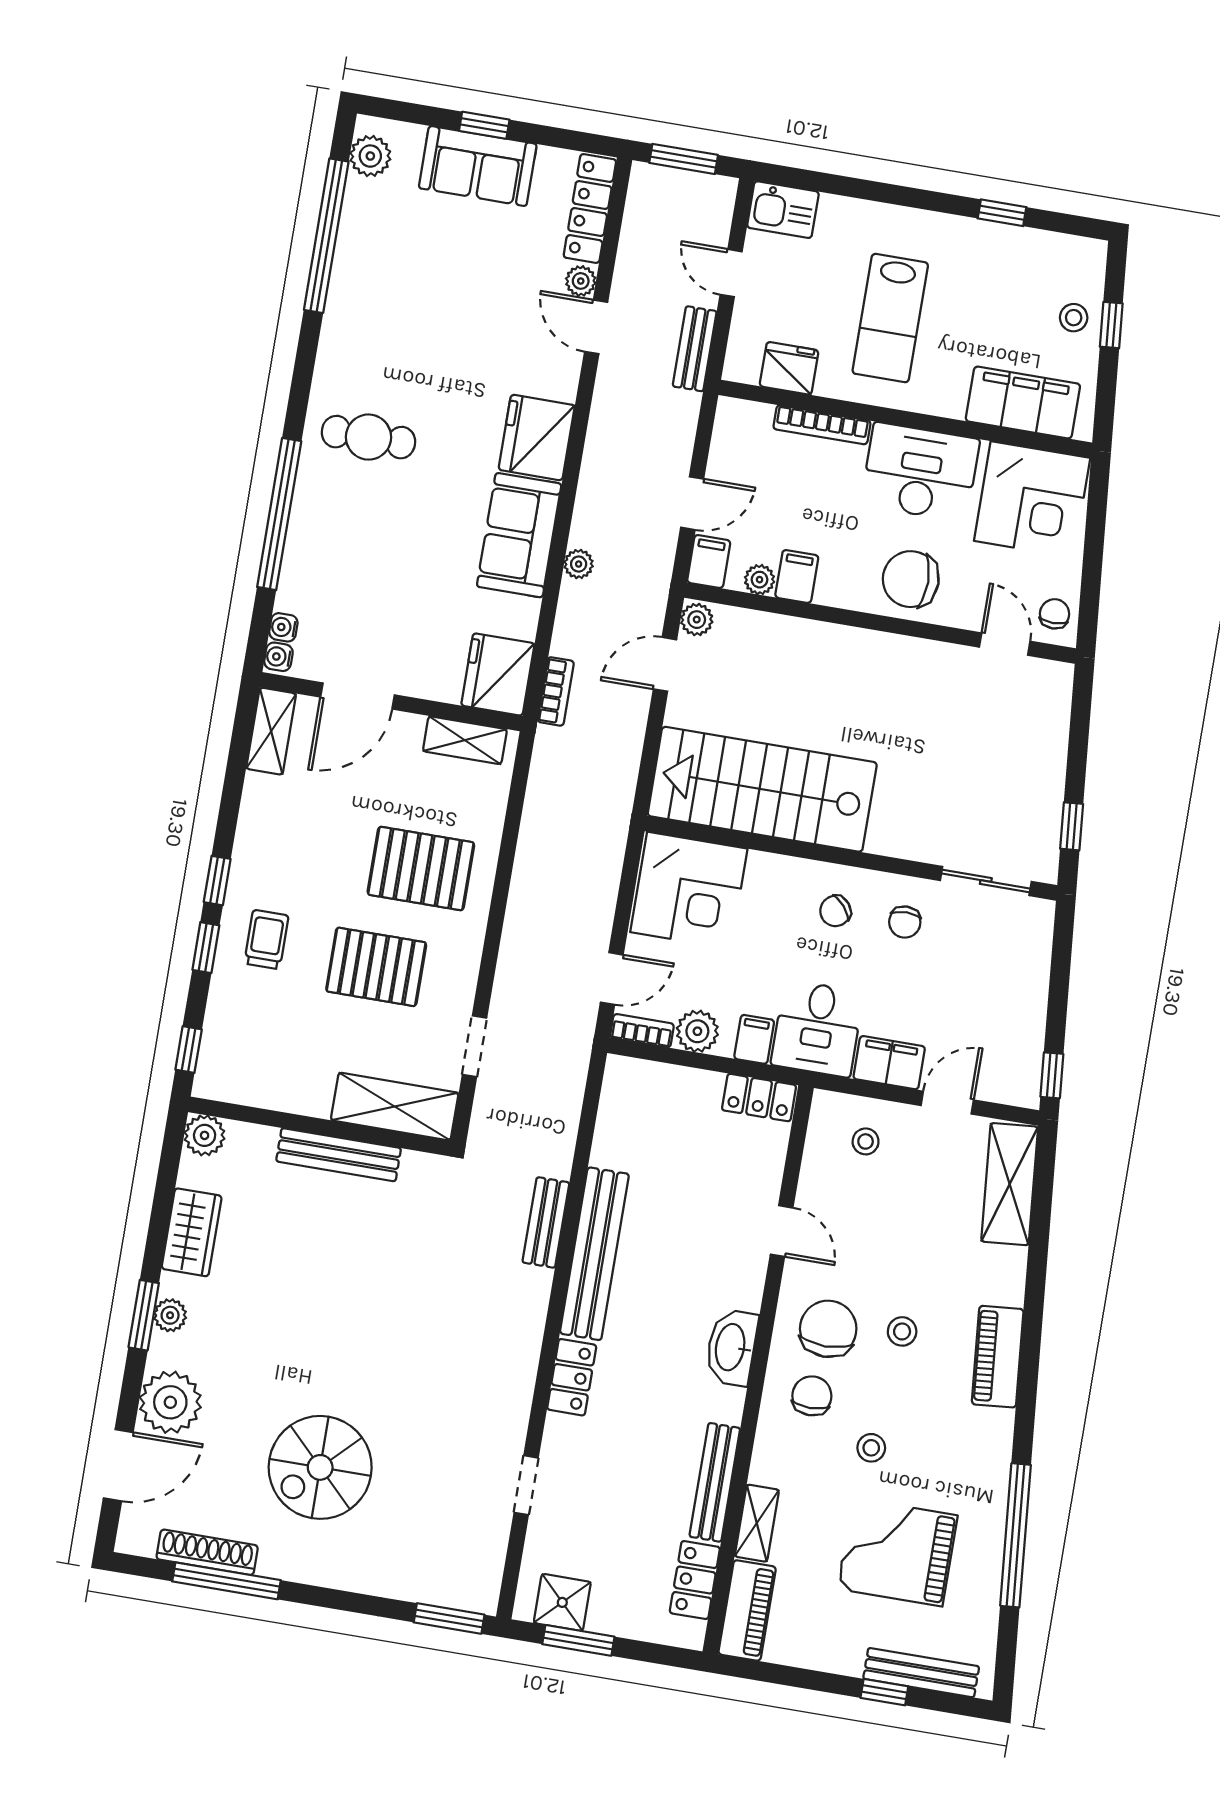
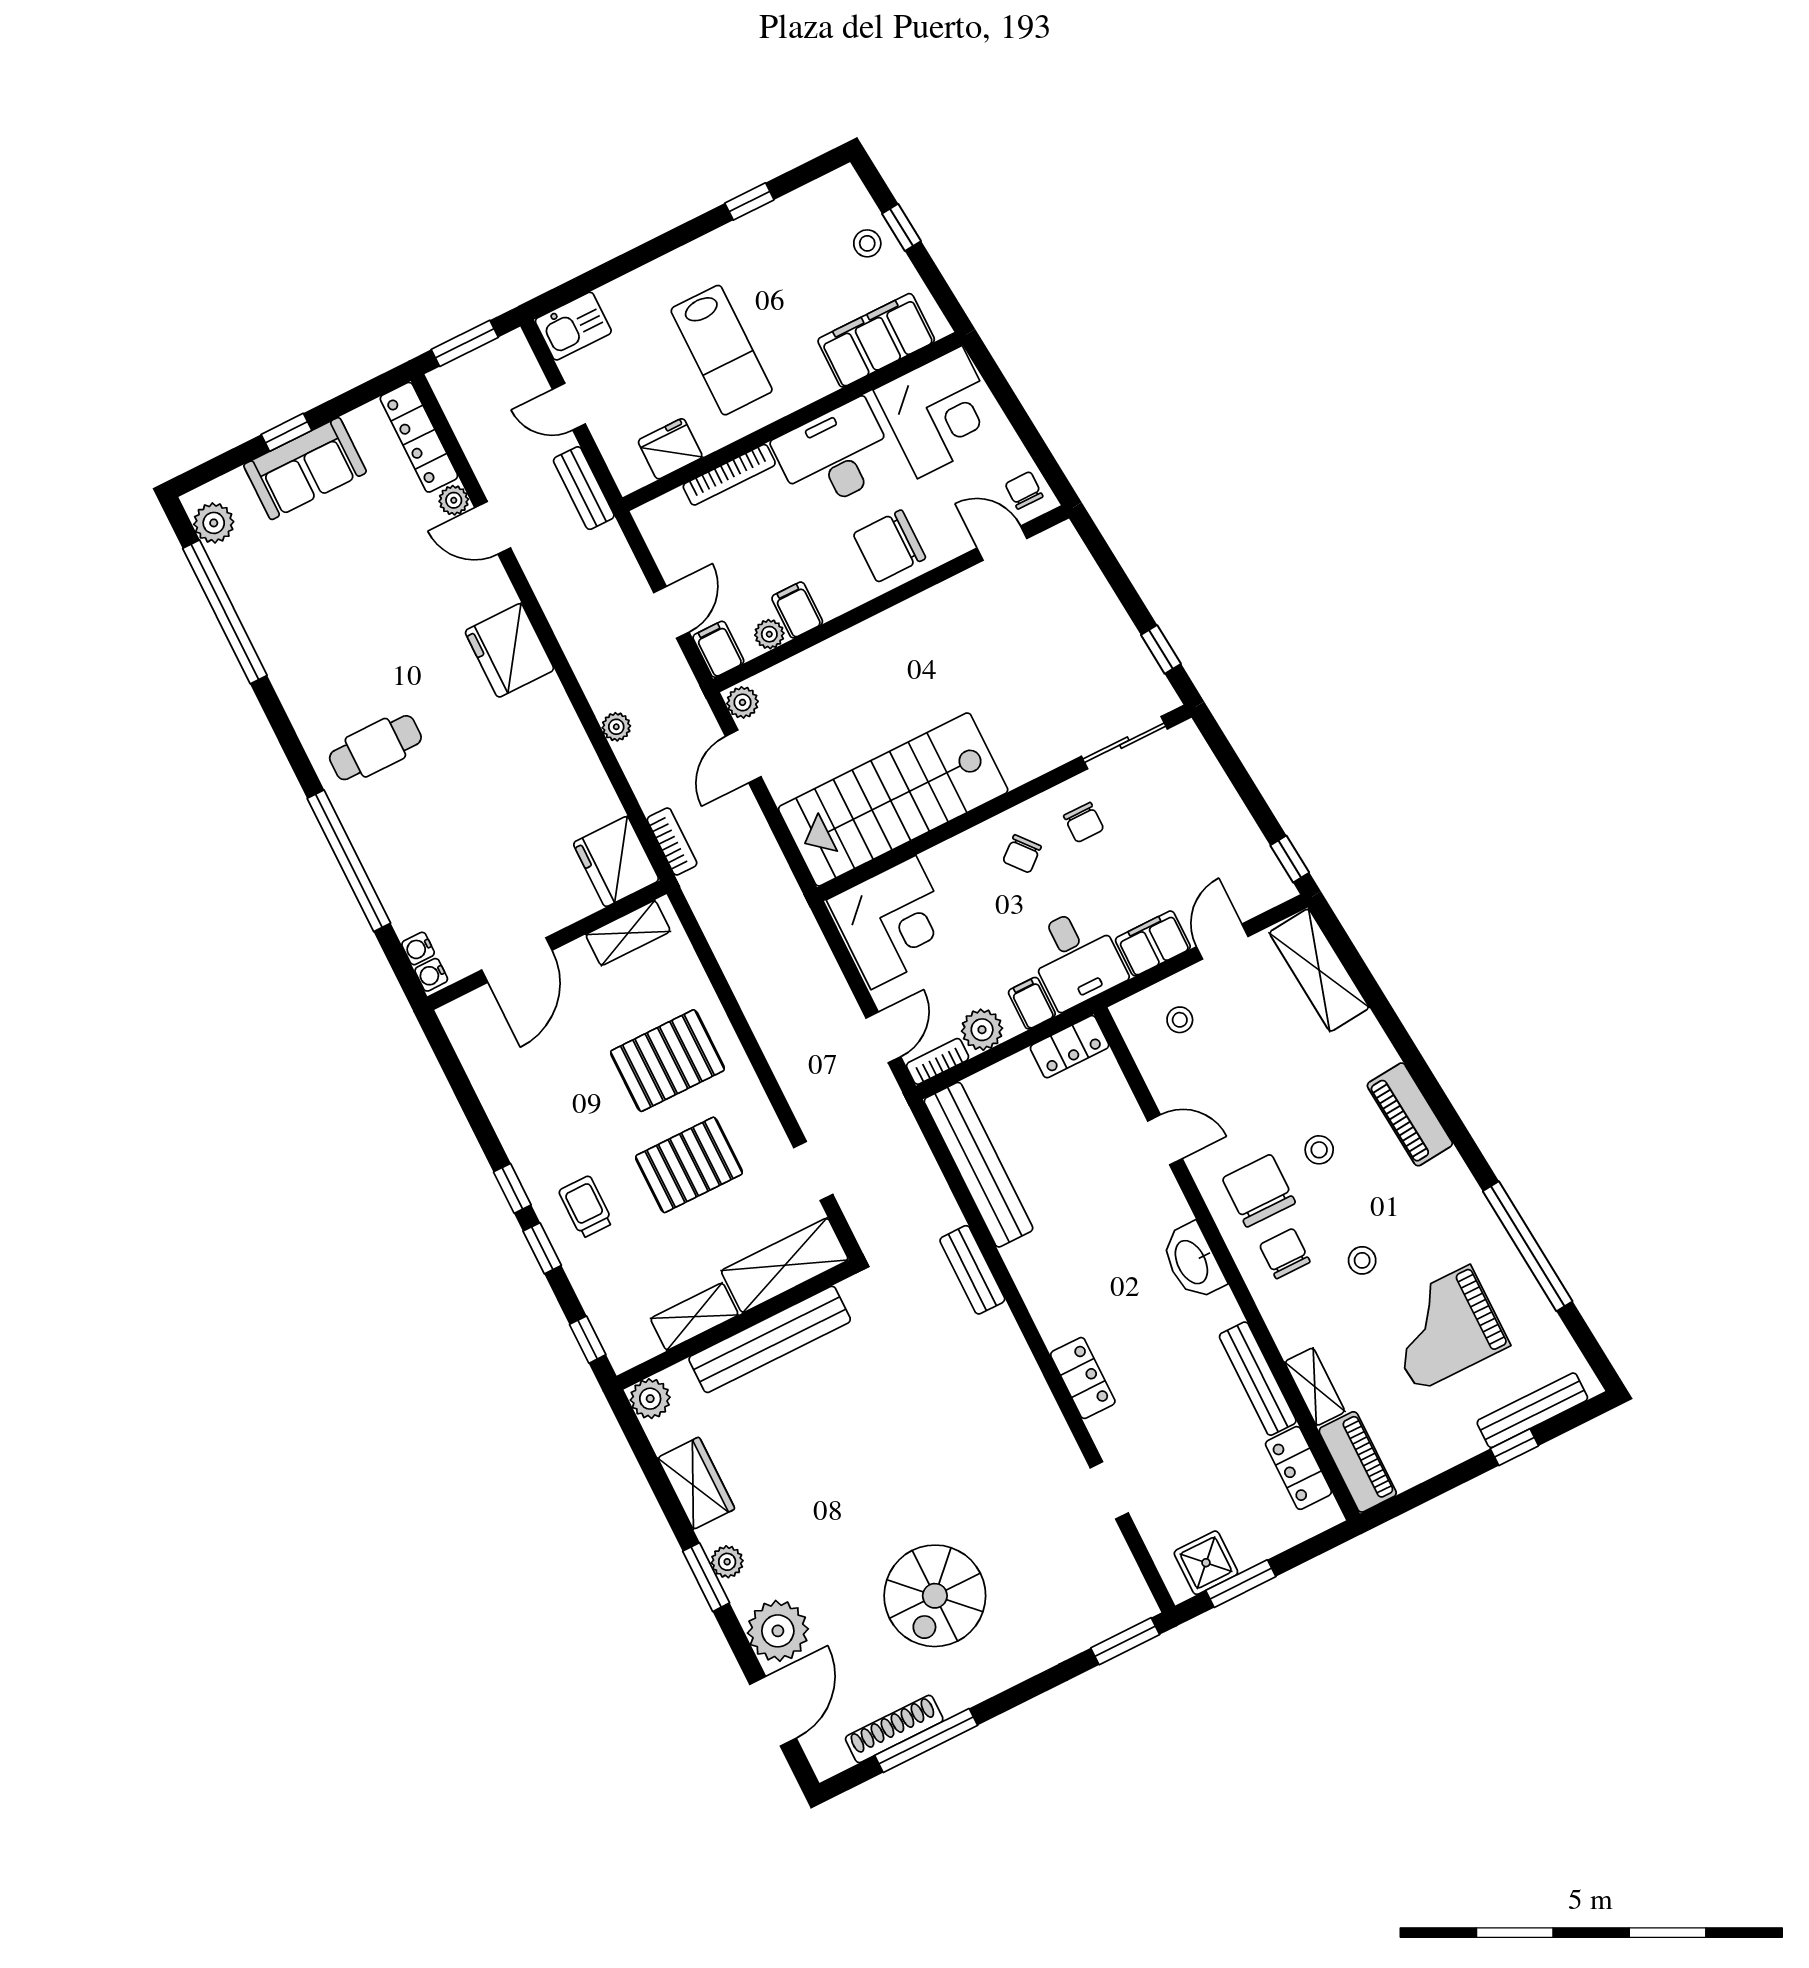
sofa: (519, 535) -> (552, 738), removed
shelving: (271, 731) -> (694, 1317), moved, turned 90
bench: (339, 1155) -> (770, 1339), width x1.37, depth x1.21
bench: (594, 1254) -> (978, 1165), moved

